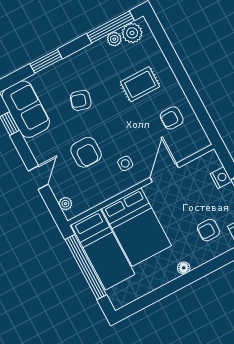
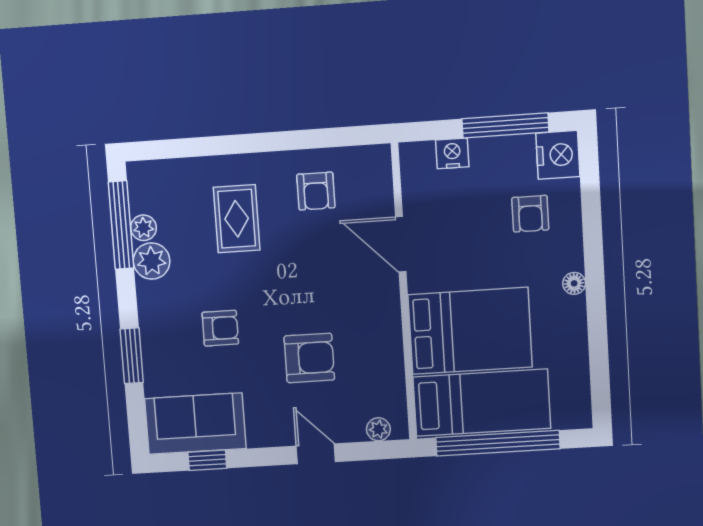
plant: (132, 33) -> (152, 261), moved
armchair: (81, 100) -> (220, 328), turned -106
side table: (125, 163) -> (357, 302), removed

